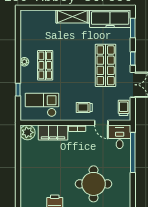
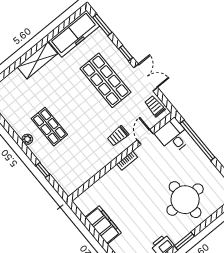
checkout: (42, 105) -> (77, 166), removed
door: (101, 123) -> (145, 137), swing flipped
plant: (27, 132) -> (84, 202), removed
filing cabinet: (53, 132) -> (103, 225), moved, turned -90

